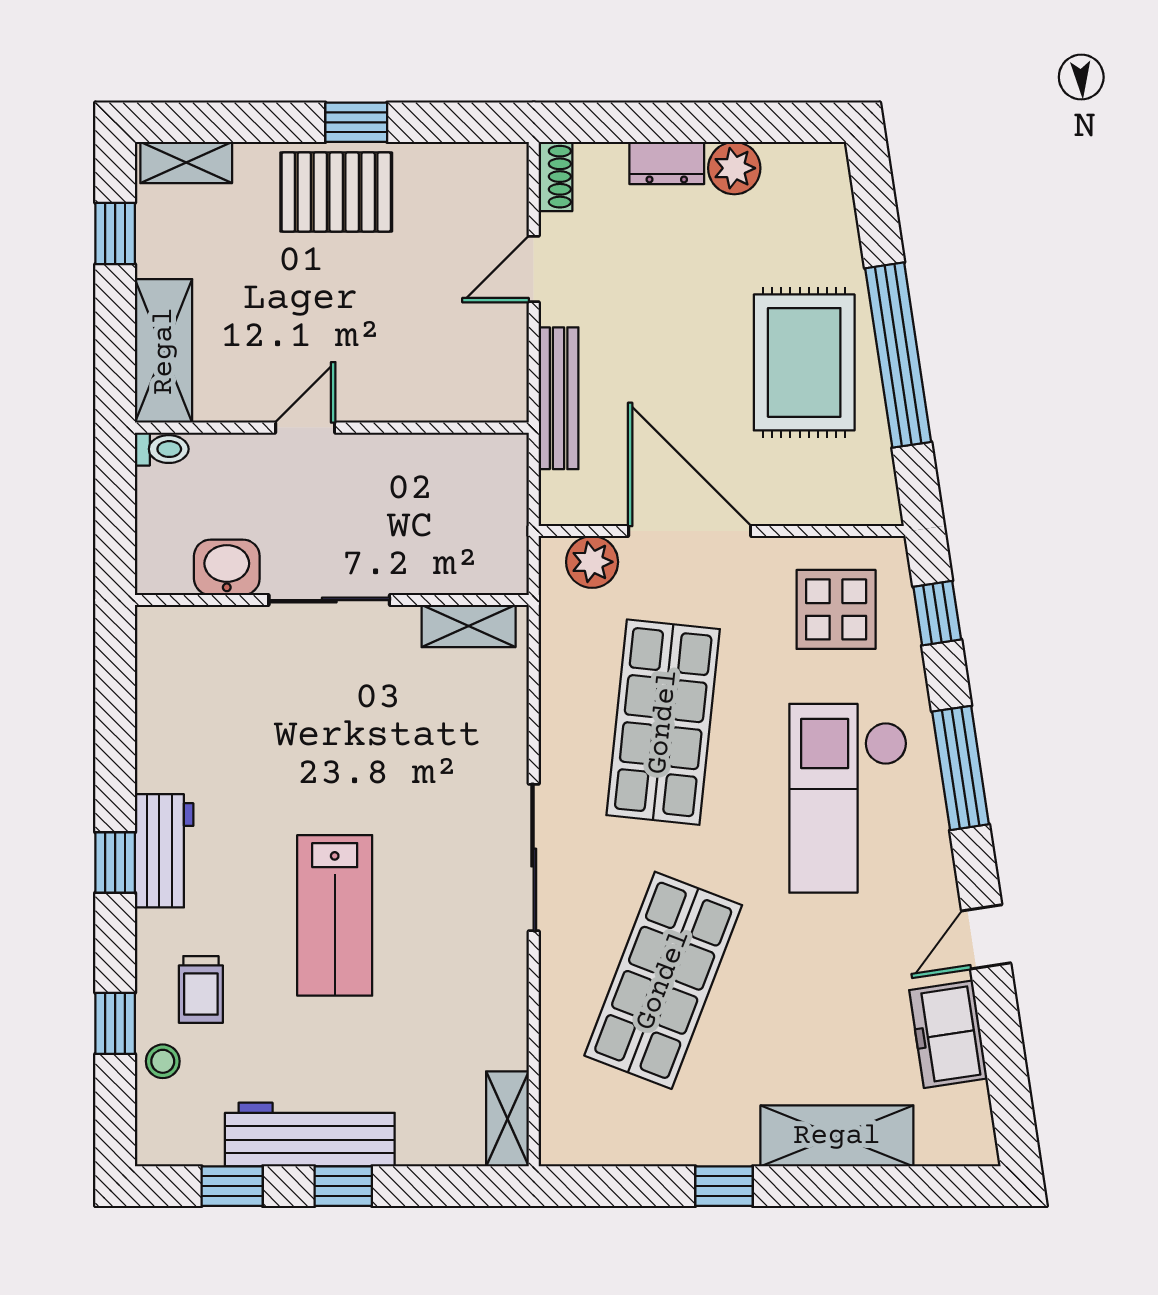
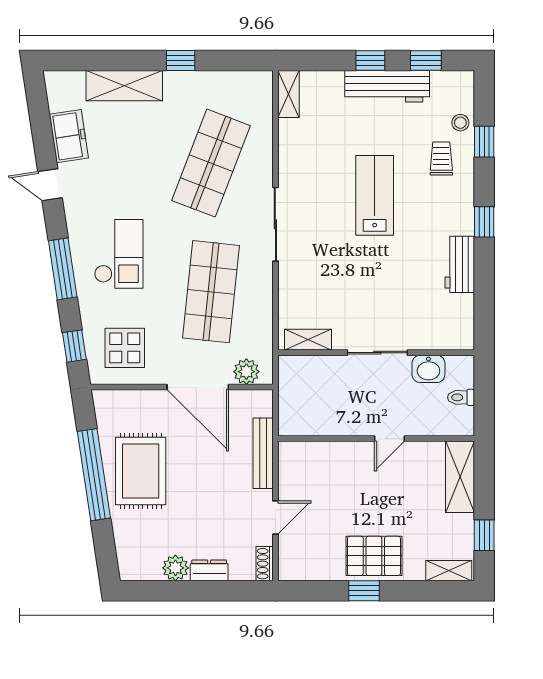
toilet: (162, 449) -> (461, 397), moved
checkout: (848, 798) -> (119, 254), width x0.73, depth x0.83
workbench: (164, 851) -> (460, 264), moved
door: (986, 937) -> (50, 185), swing flipped

